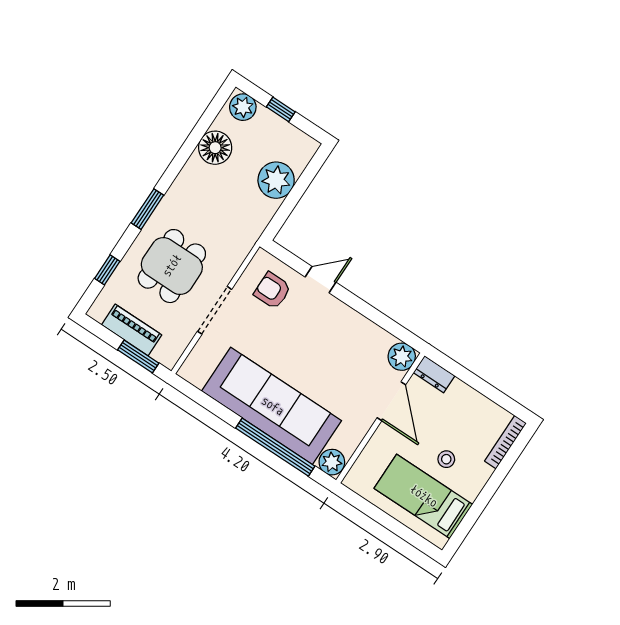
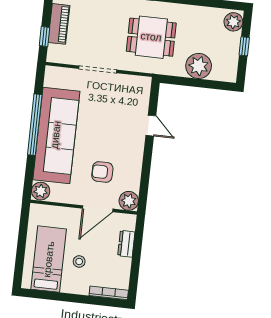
floor lamp: (215, 148) -> (199, 18), removed
dining table: (172, 266) -> (151, 37), moved
armchair: (272, 291) -> (102, 172), moved, turned -90
window: (138, 356) -> (44, 37), width x0.67
dresser: (434, 374) -> (126, 244), moved
window: (275, 447) -> (35, 125), moved

